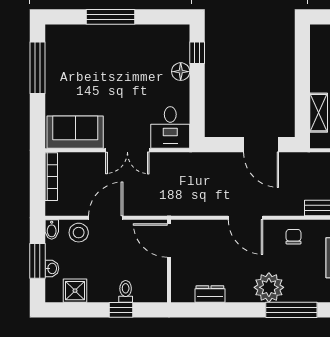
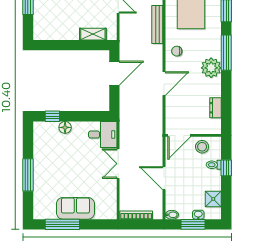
sofa: (75, 132) -> (75, 208), moved, turned 90
double door: (127, 150) -> (118, 164), swing flipped
stool: (79, 233) -> (202, 147), moved

